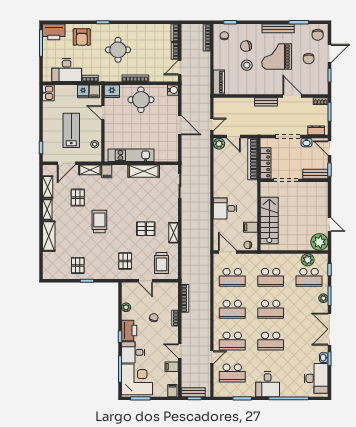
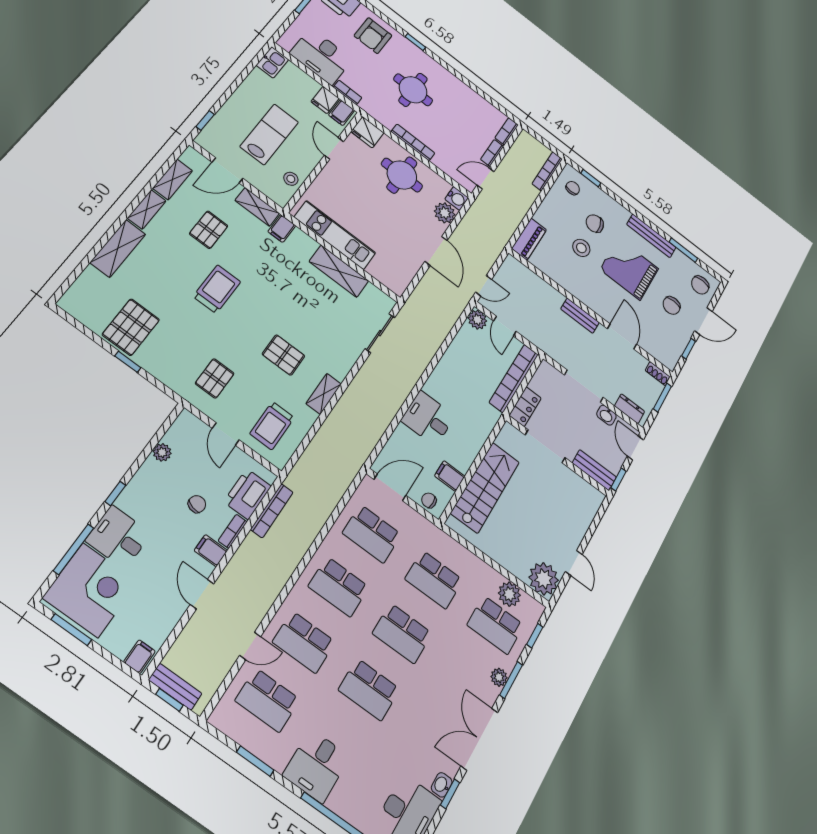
plant: (172, 102) -> (445, 213), added
locker: (266, 163) -> (525, 407), width x0.66
door: (228, 252) -> (390, 487), hinge flipped
pallet: (78, 265) -> (131, 327), width x1.50, depth x1.42
printer: (129, 330) -> (248, 494), moved, turned 180
filing cabinet: (172, 367) -> (211, 551), moved

